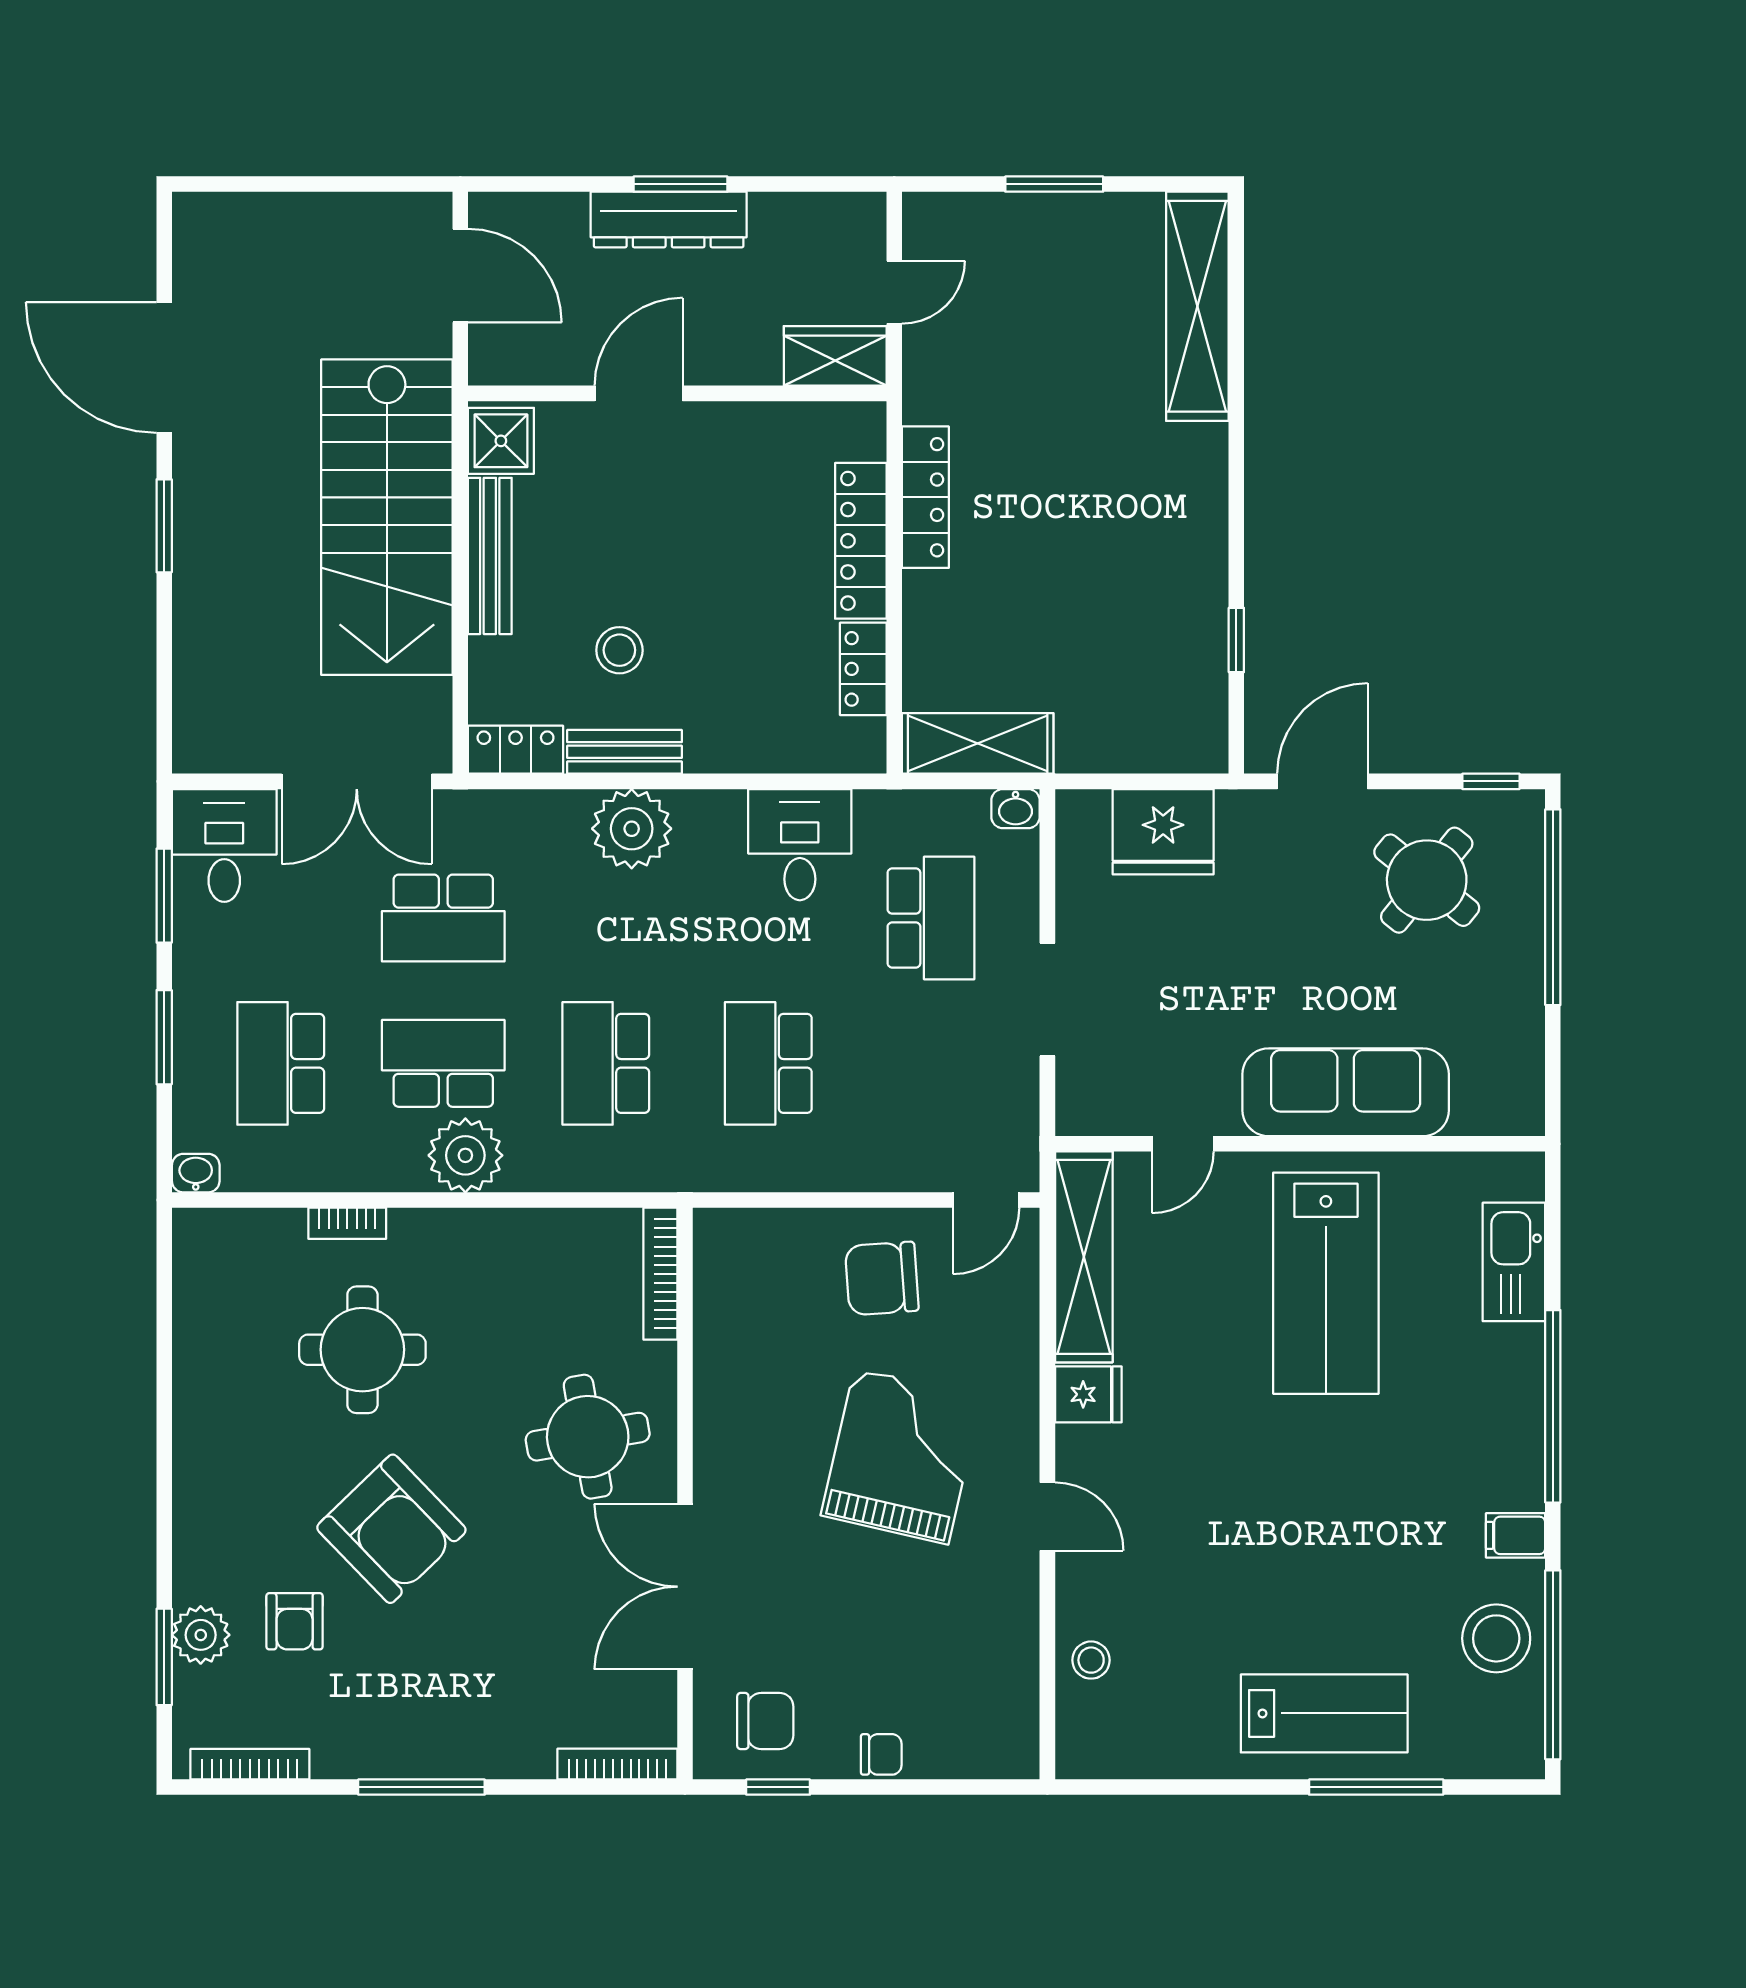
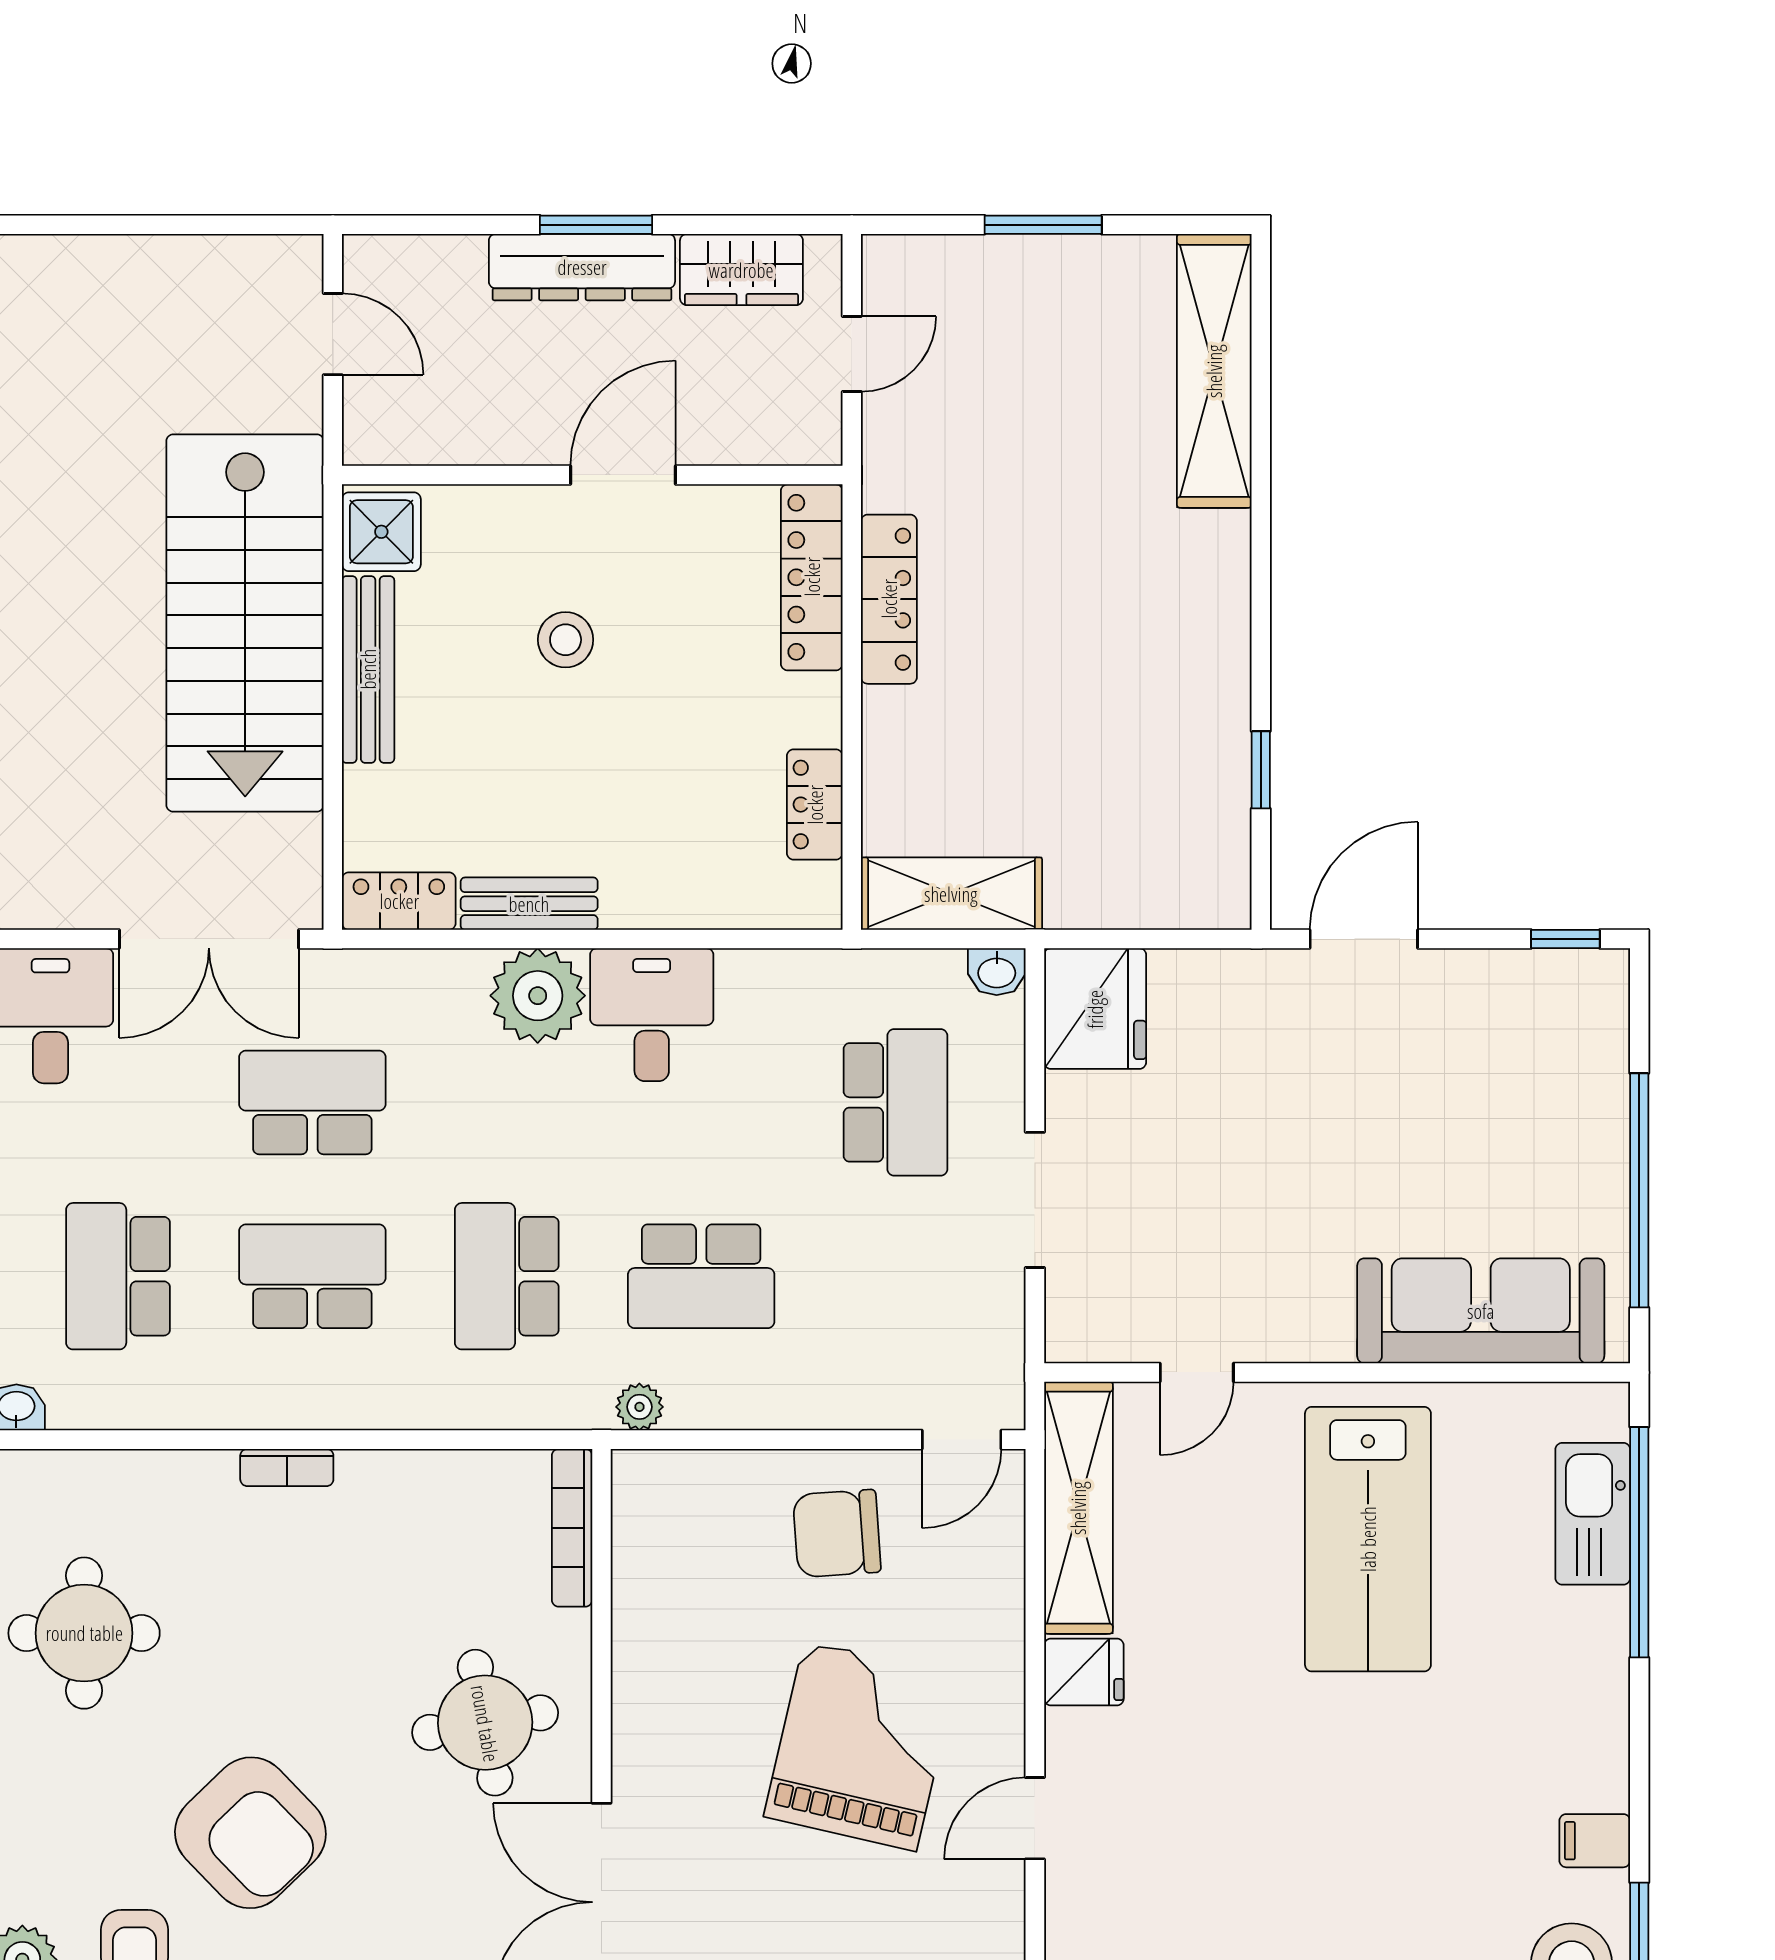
door: (460, 276) -> (333, 334), width x0.73
wardrobe: (835, 356) -> (741, 270), moved, turned 180
door: (639, 393) -> (623, 475), moved
locker: (861, 541) -> (812, 577), moved
stool: (619, 650) -> (566, 640), moved
fridge: (1163, 832) -> (1095, 1009), moved, turned -90
desk: (800, 845) -> (652, 1015), moved
round table: (1427, 880) -> (1489, 1057), removed
window: (1553, 907) -> (1639, 1190), moved
school desk: (443, 918) -> (312, 1102), turned 180
school desk: (768, 1063) -> (701, 1276), turned -90
sofa: (1346, 1092) -> (1481, 1311), moved
plant: (465, 1155) -> (639, 1407), moved, width x0.53, depth x0.53
bookcase: (347, 1223) -> (287, 1467), moved
round table: (362, 1350) -> (84, 1633), moved
window: (1553, 1406) -> (1639, 1542), moved
door: (1047, 1517) -> (1035, 1818), swing flipped

